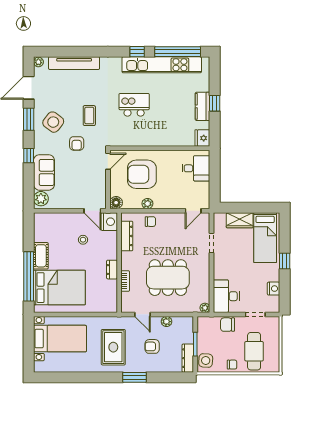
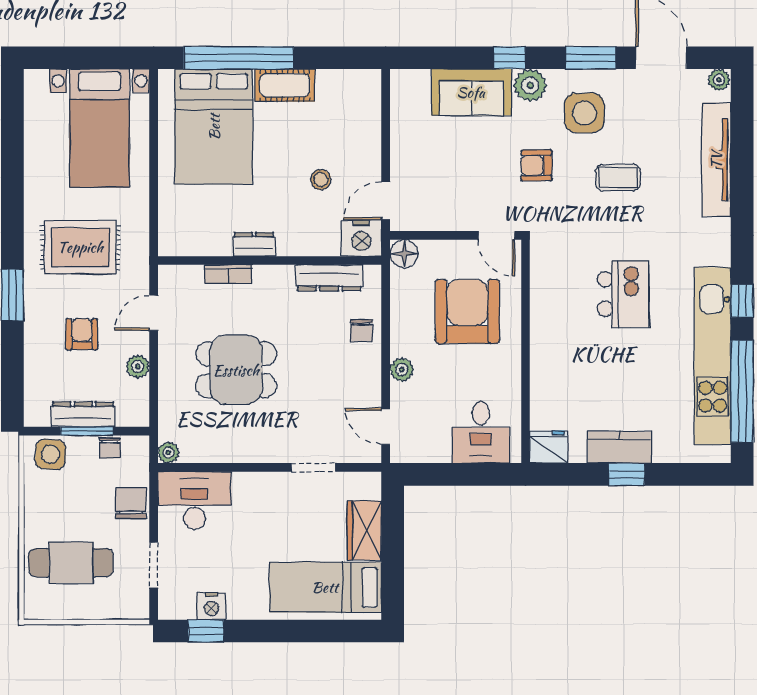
coffee table: (89, 116) -> (618, 178), moved
side table: (53, 122) -> (584, 113), turned -38
plant: (41, 199) -> (530, 85), moved
plant: (147, 204) -> (402, 370), moved
window: (285, 261) -> (206, 631), moved
dining table: (168, 278) -> (236, 370), width x0.73
dresser: (188, 358) -> (83, 414), moved
chair: (232, 365) -> (110, 448), moved

